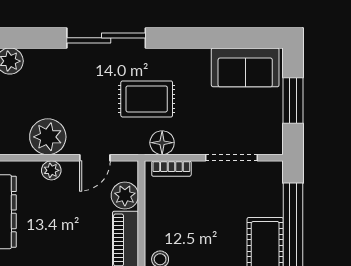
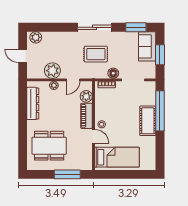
sliding door: (106, 38) -> (94, 27), moved
window: (238, 38) -> (136, 27), added
sofa: (245, 67) -> (147, 46), moved, turned 90
floor lamp: (162, 143) -> (113, 73), moved

